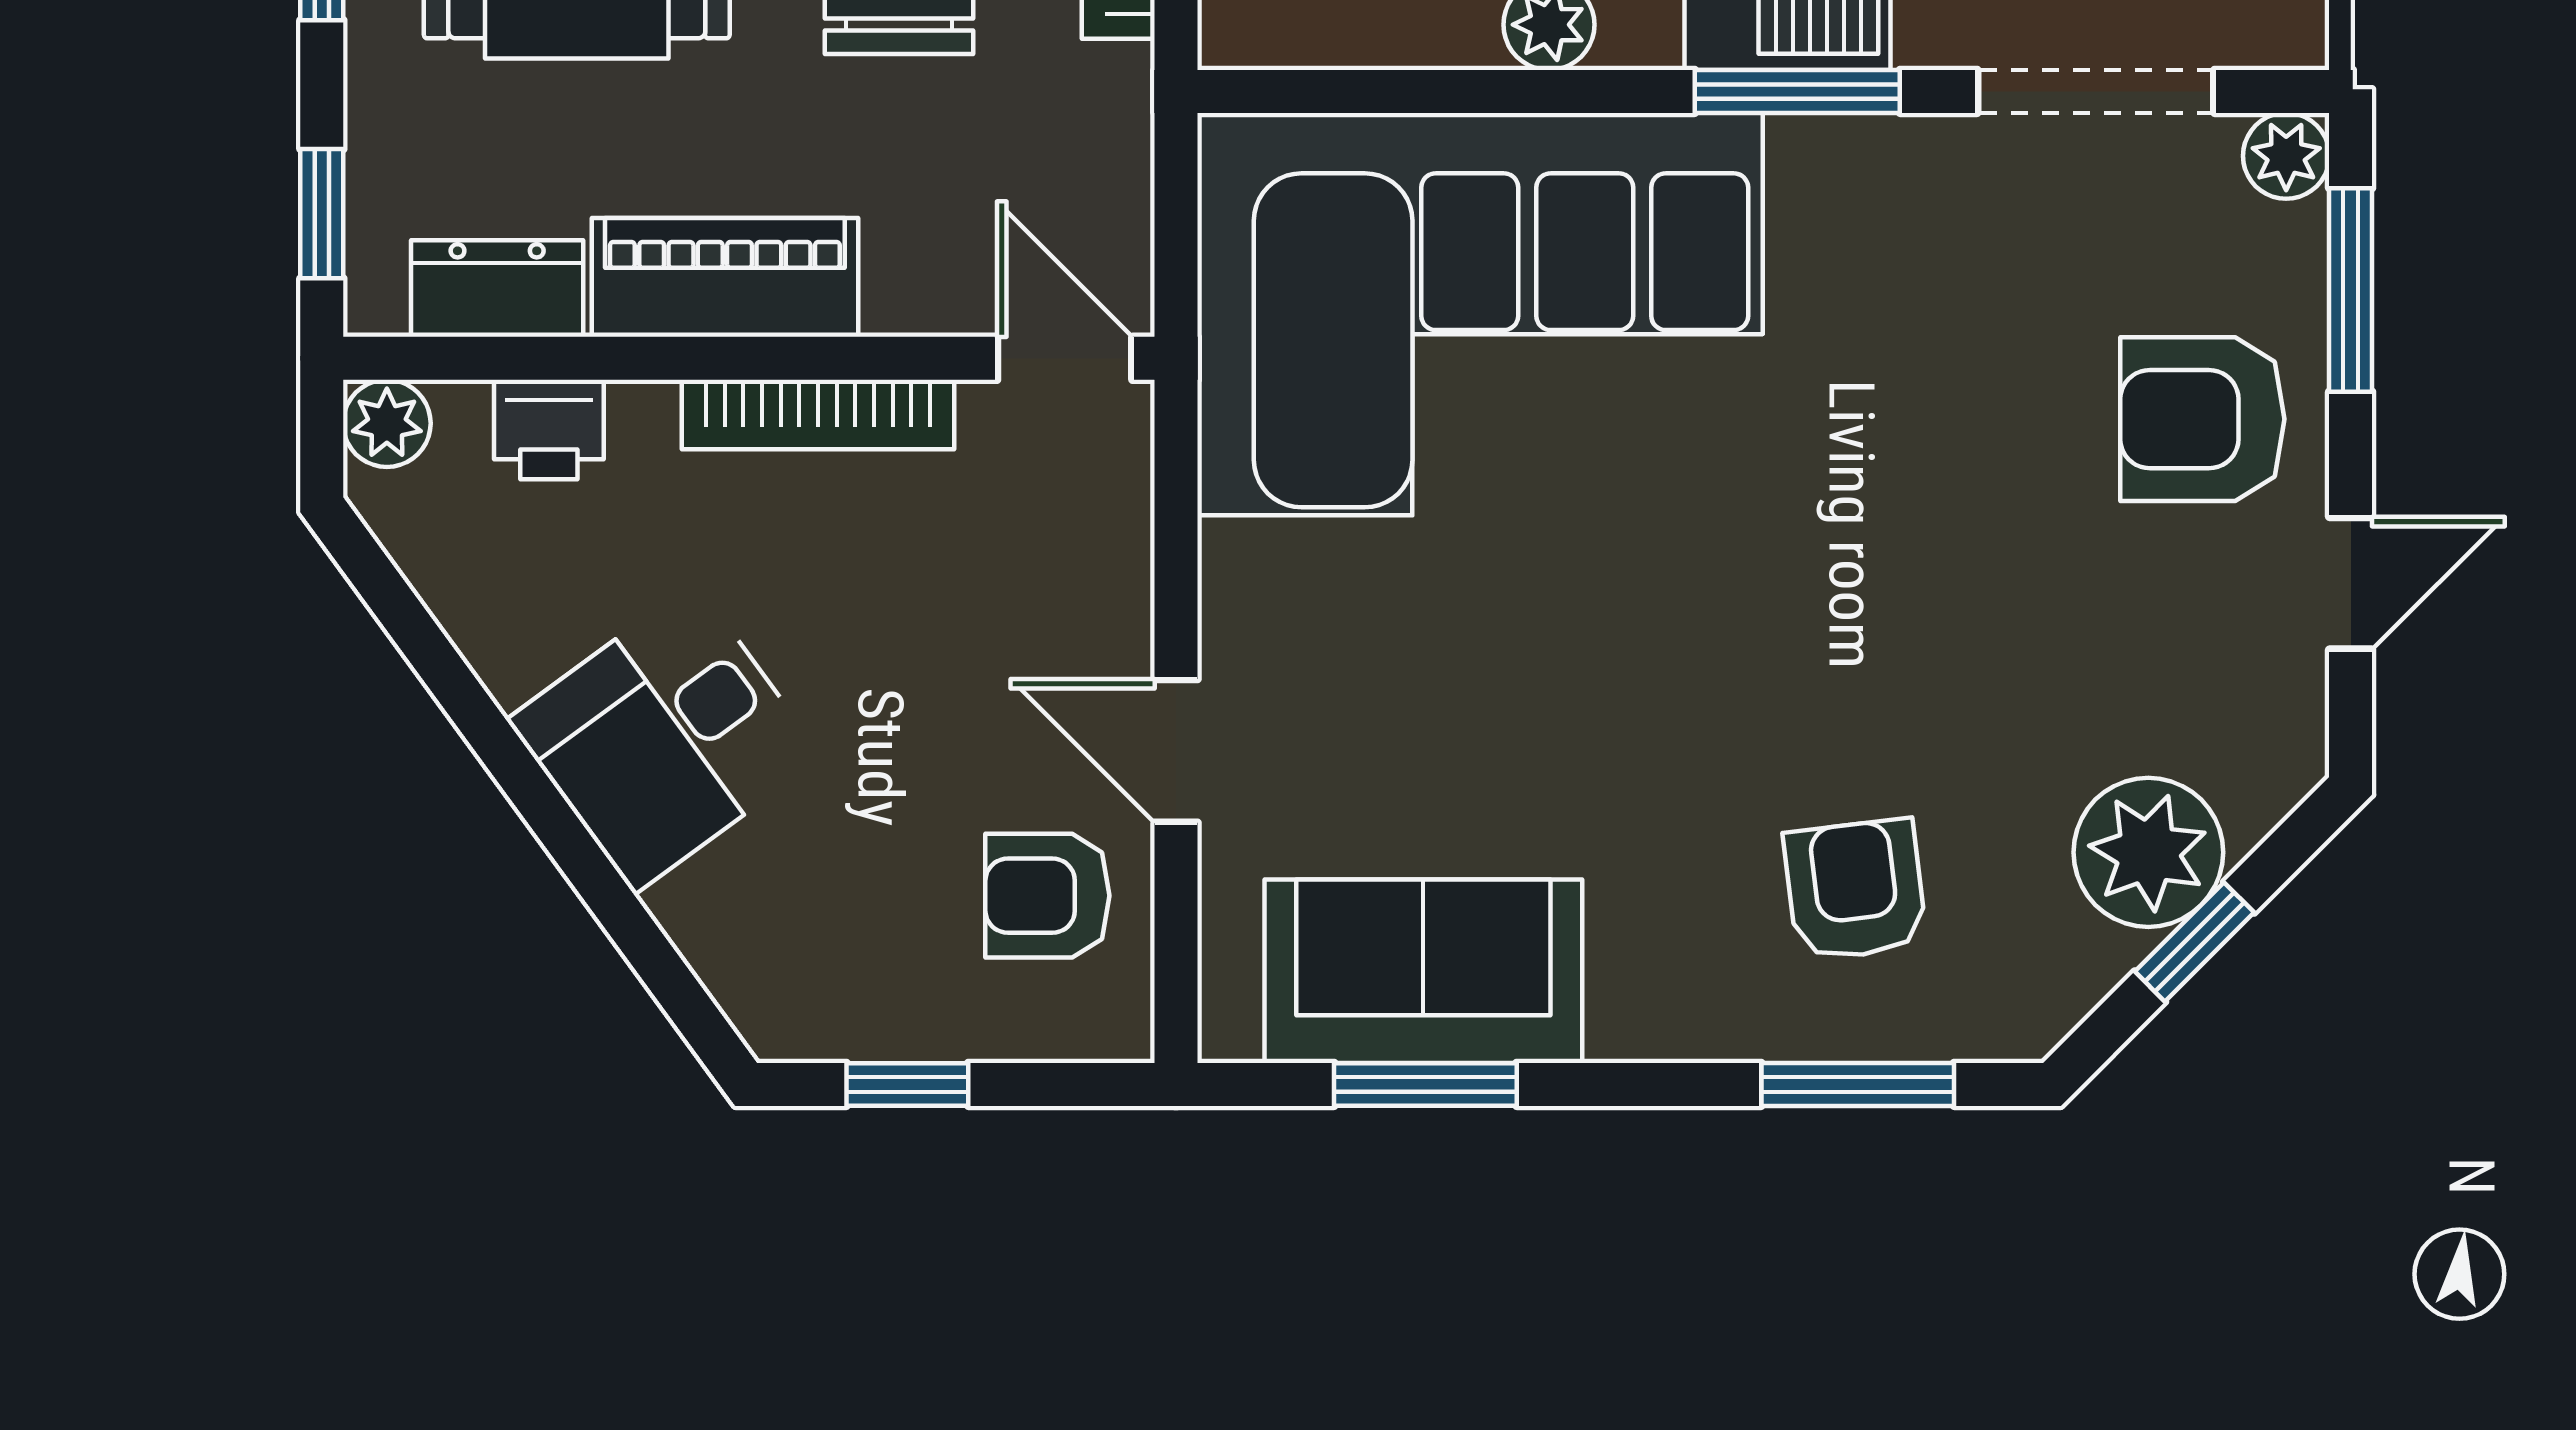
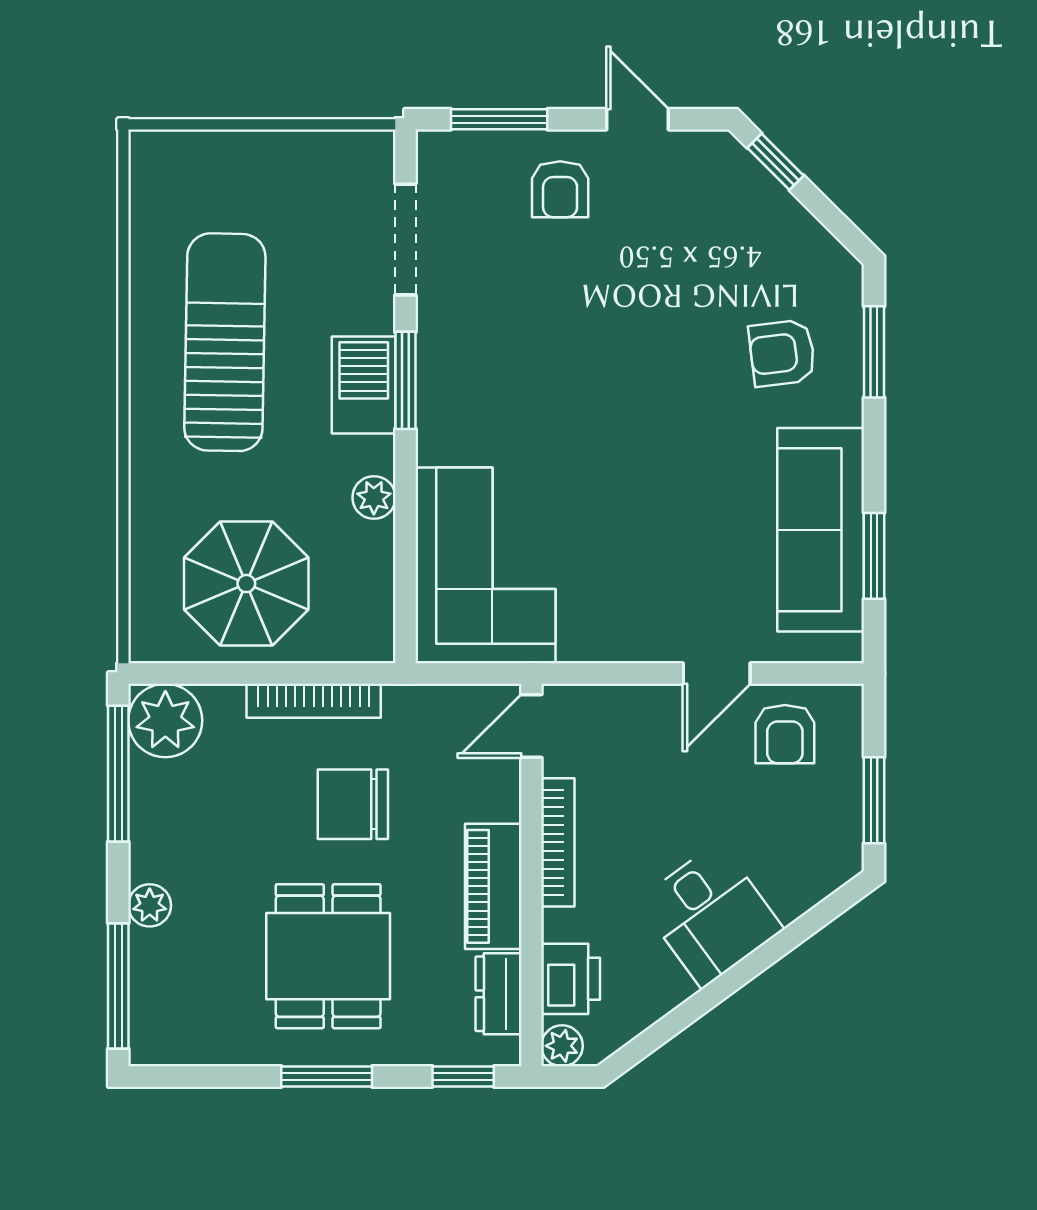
plant: (2286, 156) -> (436, 150), removed
corner sofa: (1480, 314) -> (485, 565), width x0.73, depth x0.74
armchair: (2202, 419) -> (560, 189), width x0.72, depth x0.72
printer: (549, 430) -> (571, 979), width x1.36, depth x1.24
plant: (2148, 852) -> (764, 215), removed
window: (2194, 942) -> (775, 162), moved
sofa: (1423, 971) -> (821, 530), width x1.36
window: (907, 1084) -> (874, 800), width x1.50

